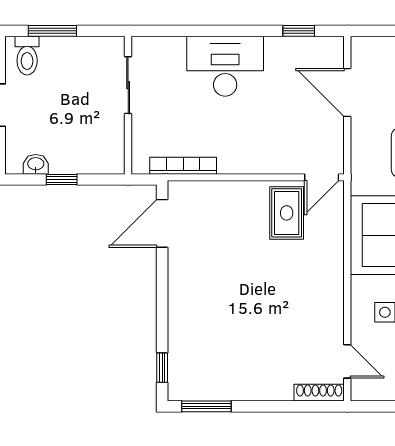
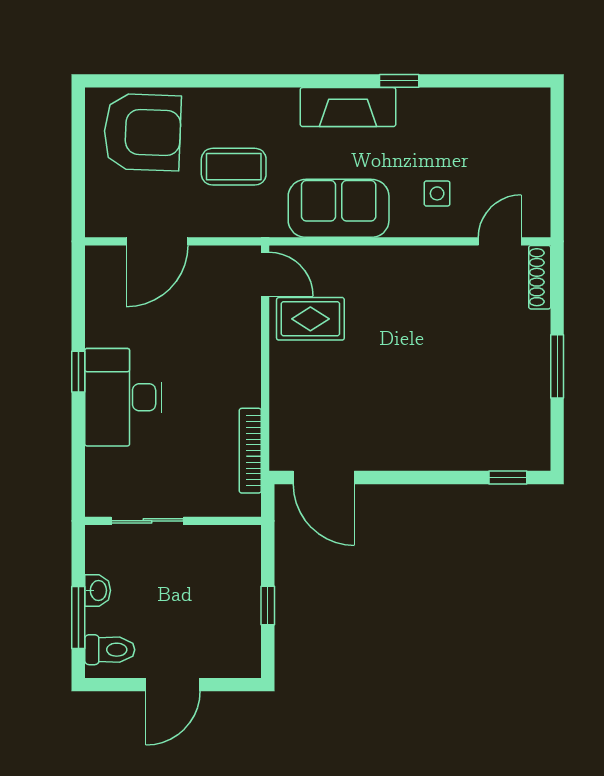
window: (299, 31) -> (78, 372), moved
washbasin: (36, 164) -> (98, 590), moved, turned 180
window: (206, 406) -> (557, 366), moved

